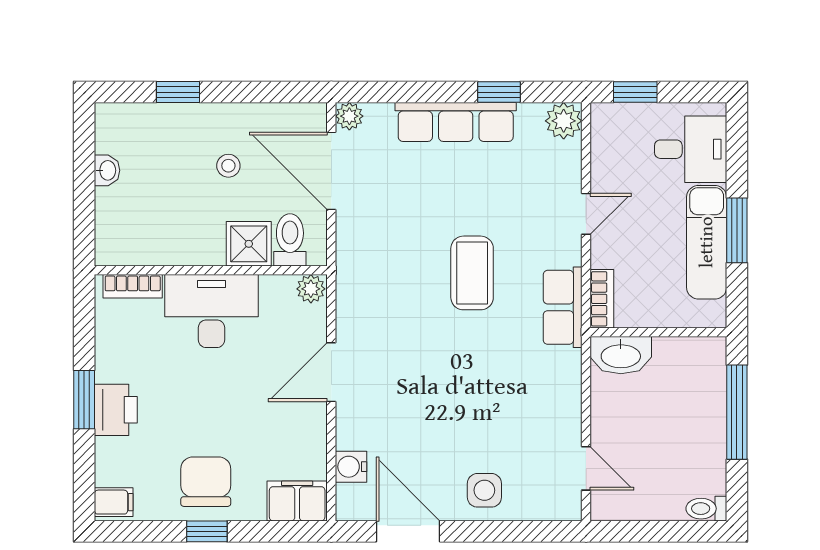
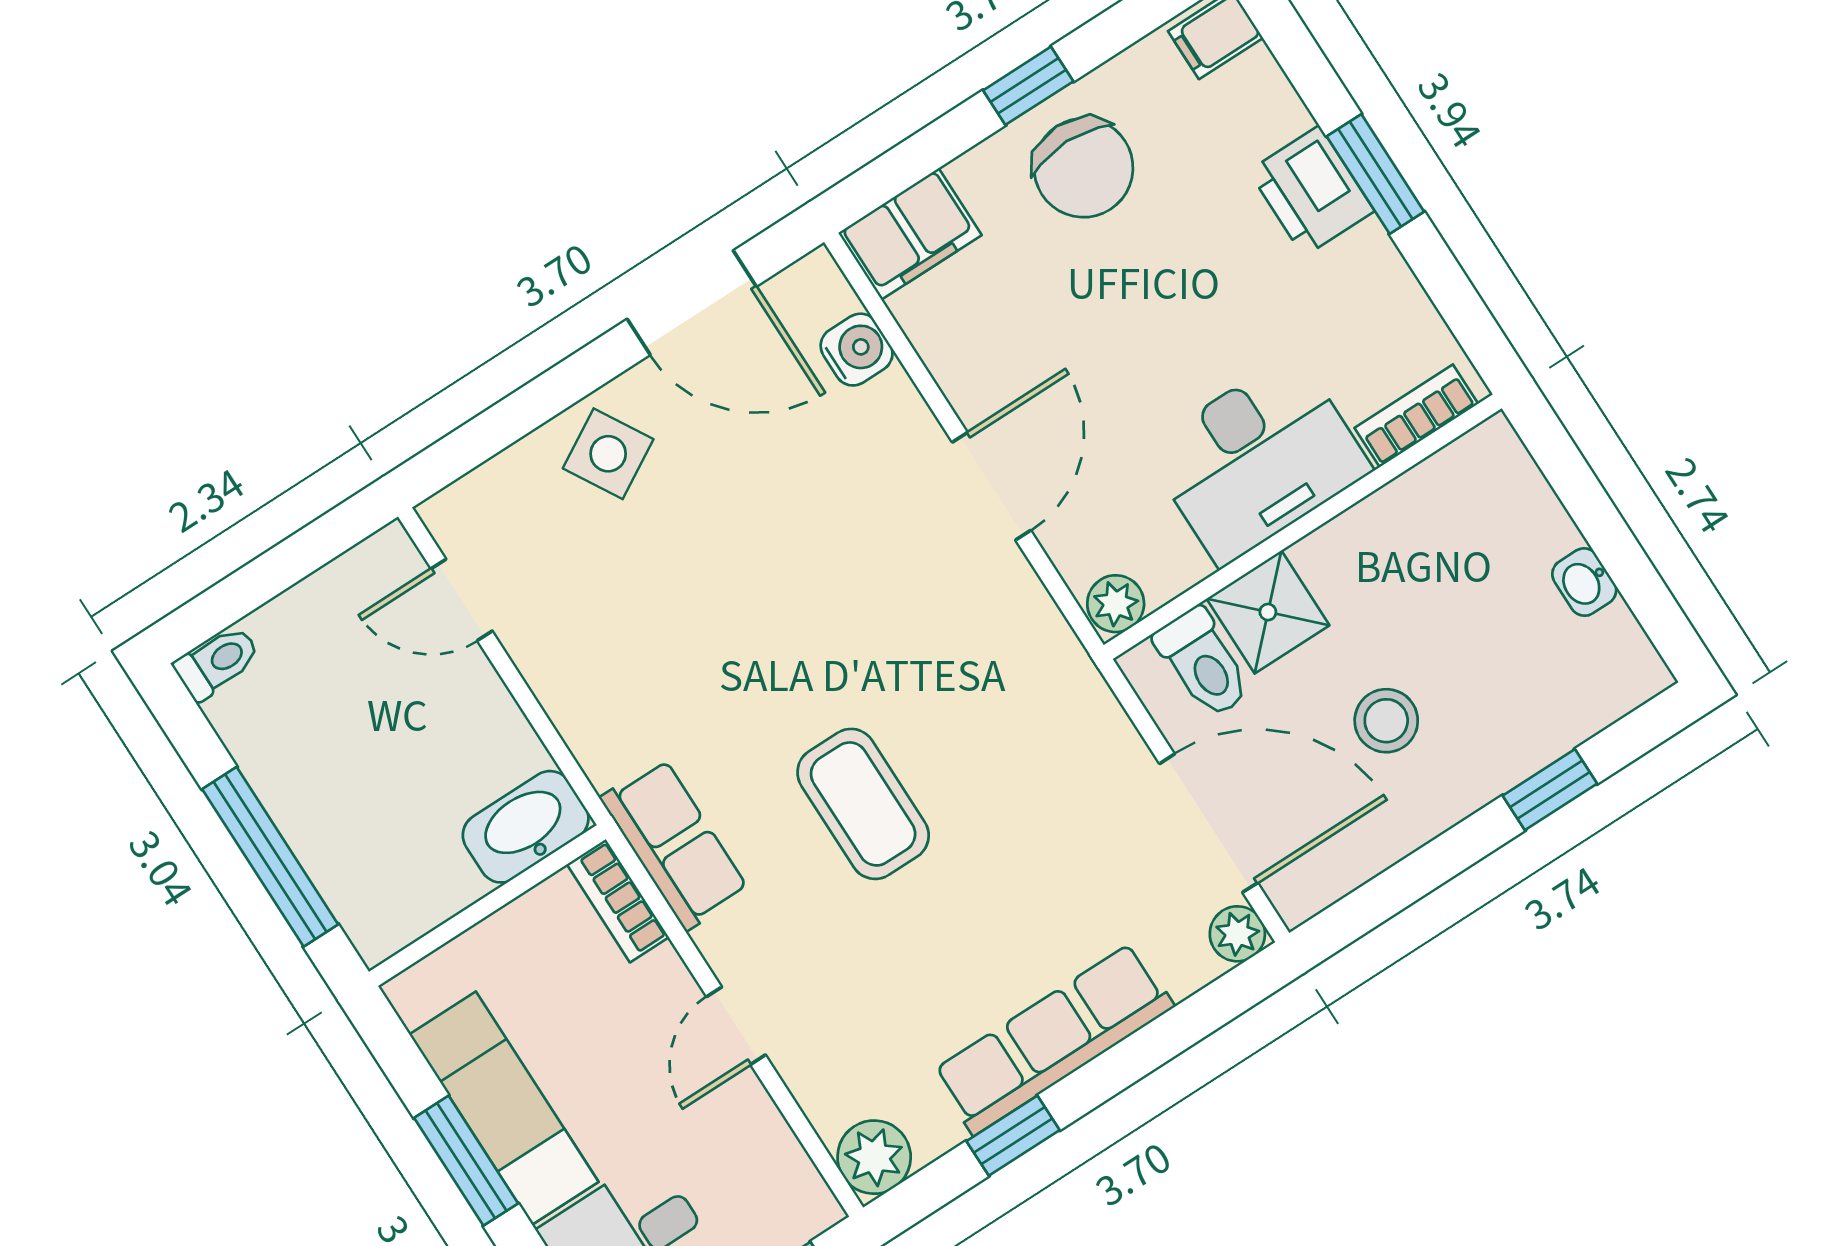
stool: (228, 166) -> (1386, 721), width x1.37, depth x1.37
side table: (484, 490) -> (608, 454), turned -30

